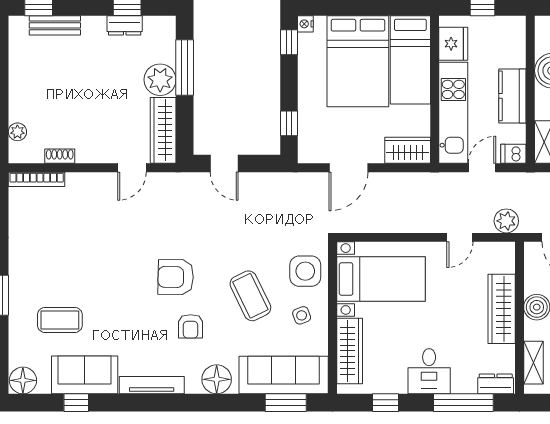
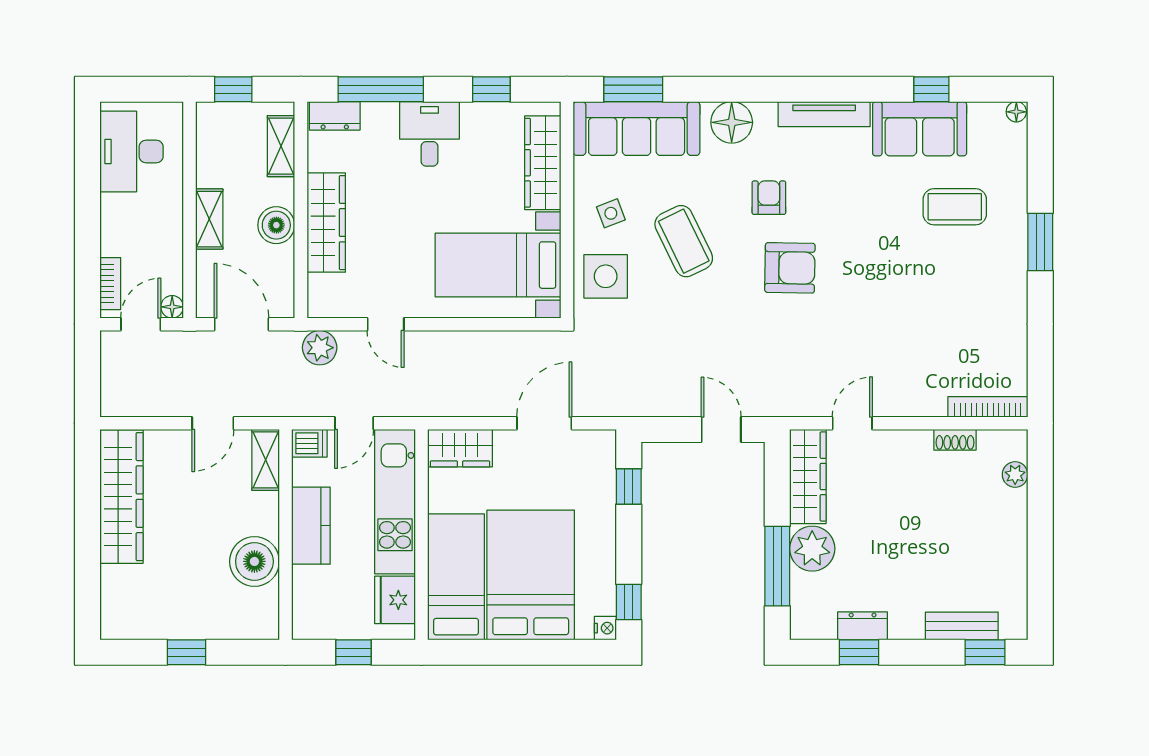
door: (460, 237) -> (386, 324), swing flipped
floor lamp: (23, 380) -> (1016, 112), width x0.53, depth x0.53

